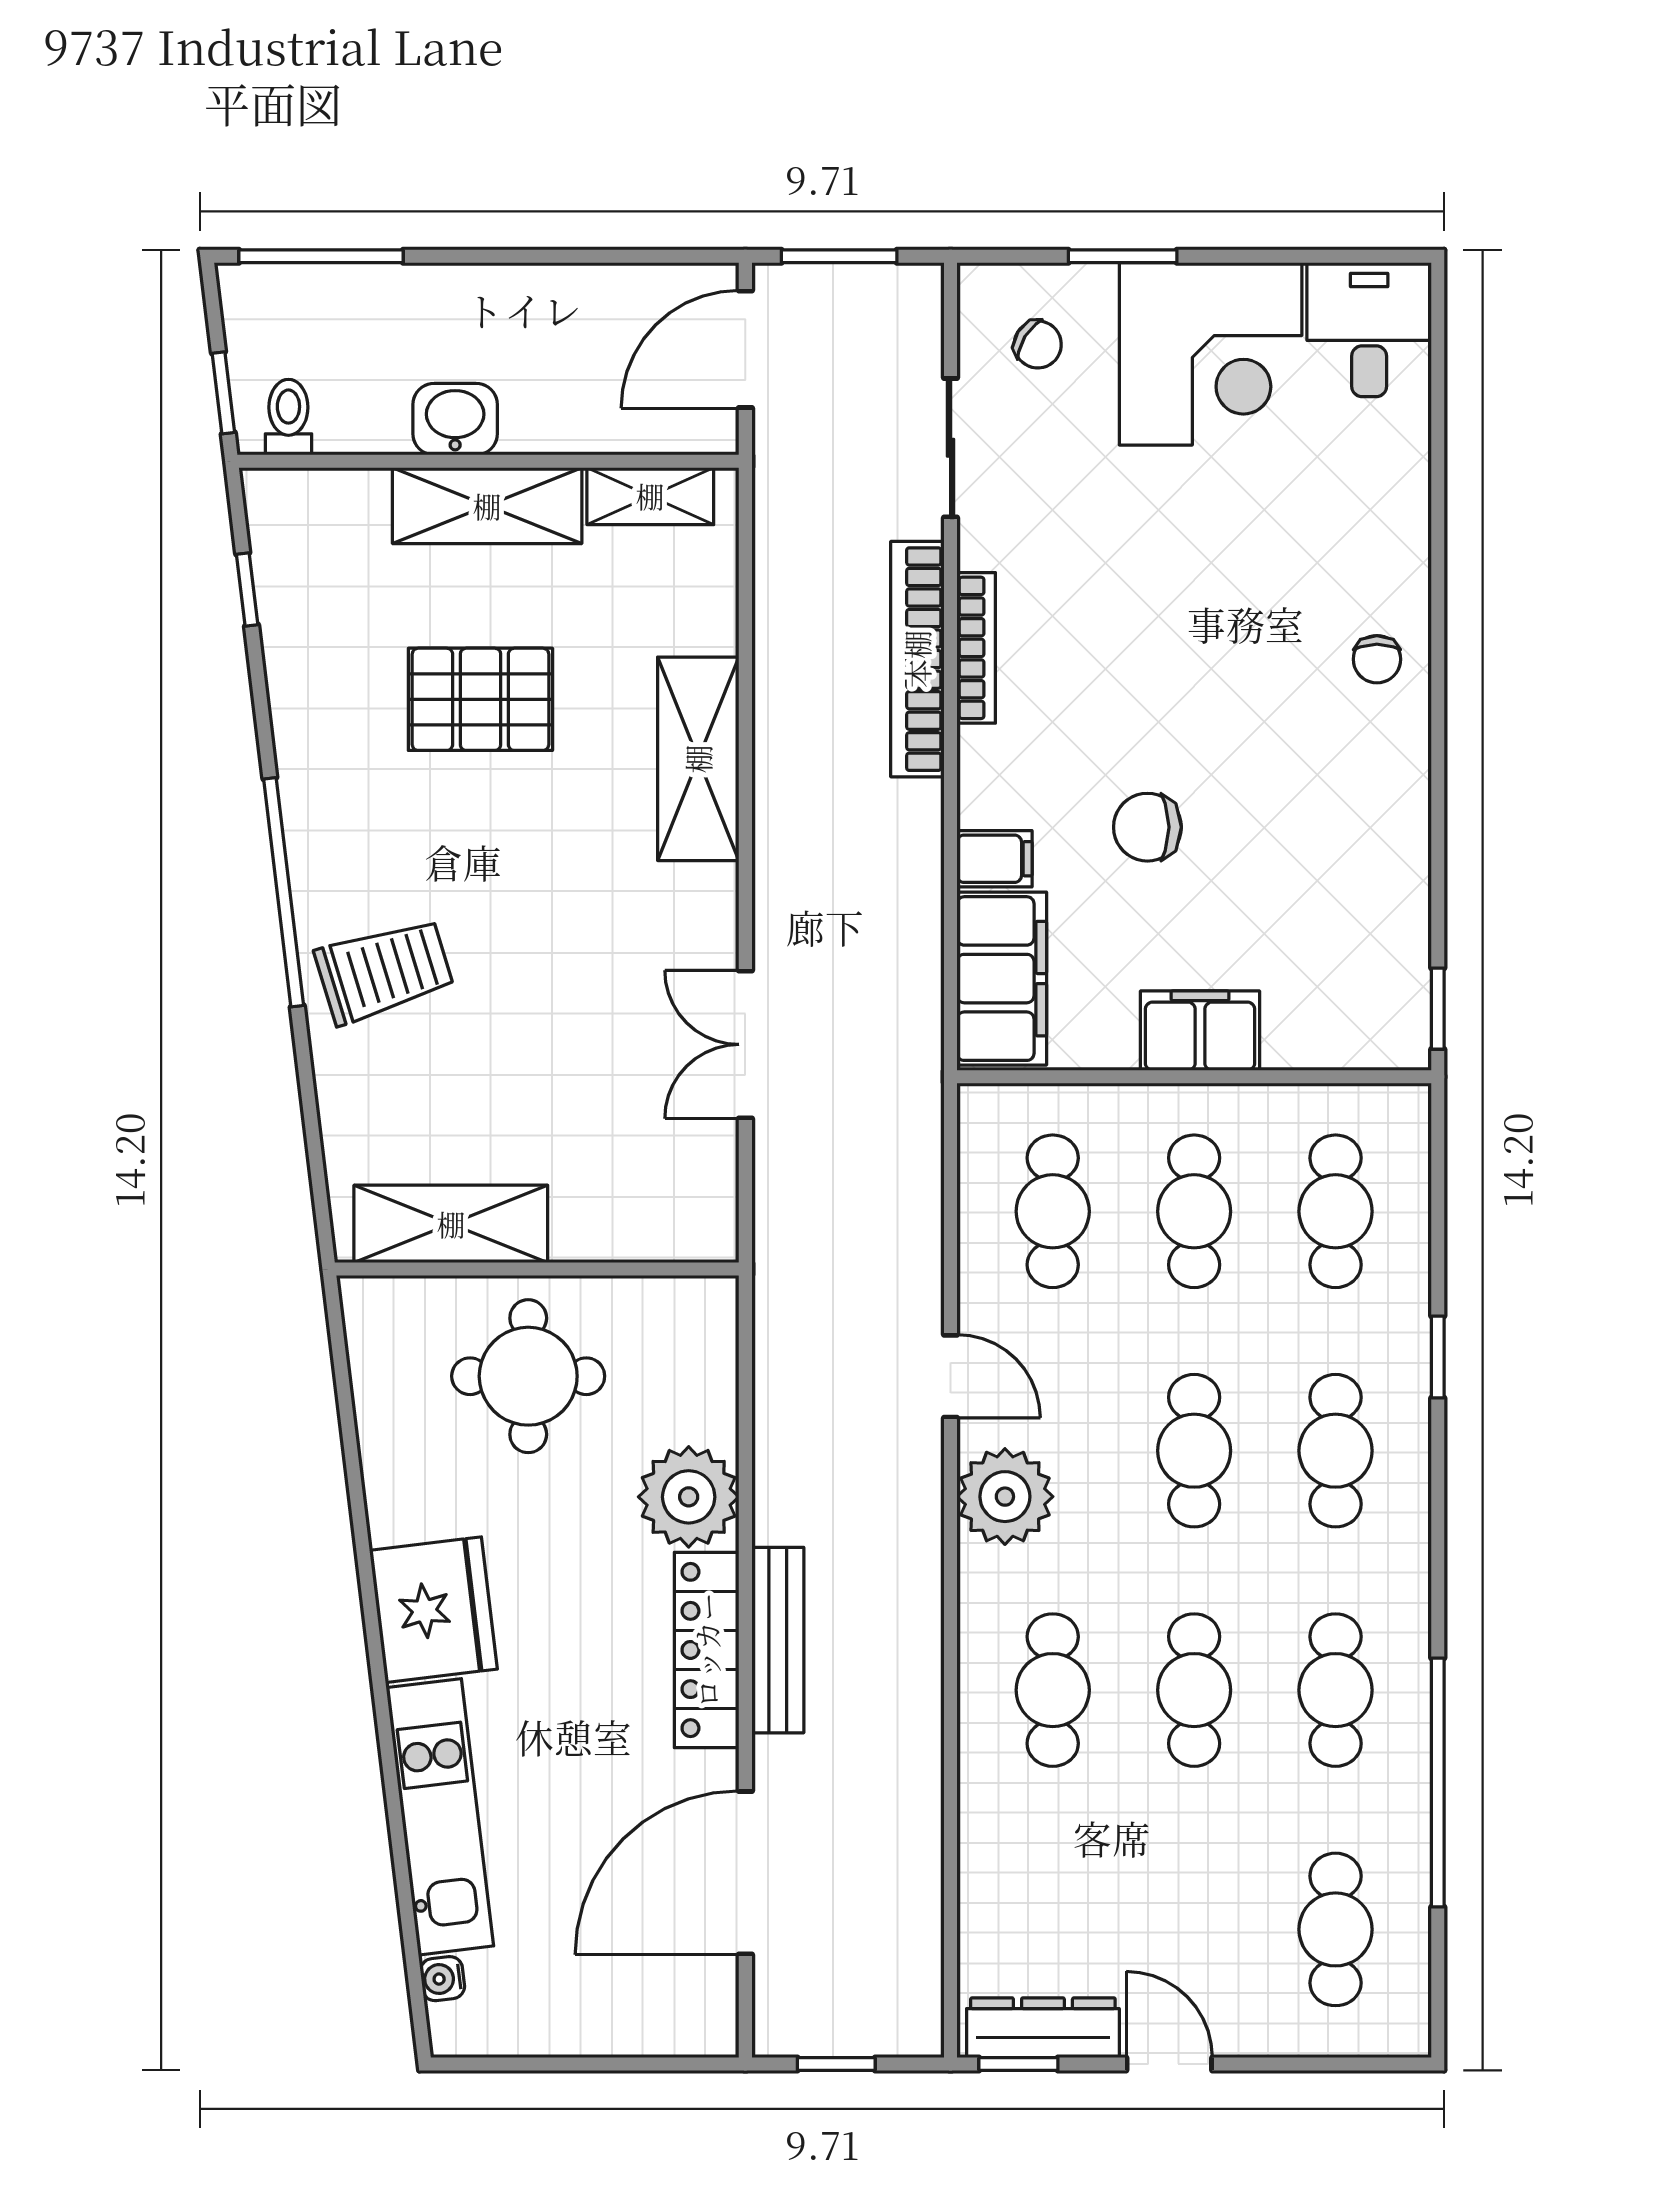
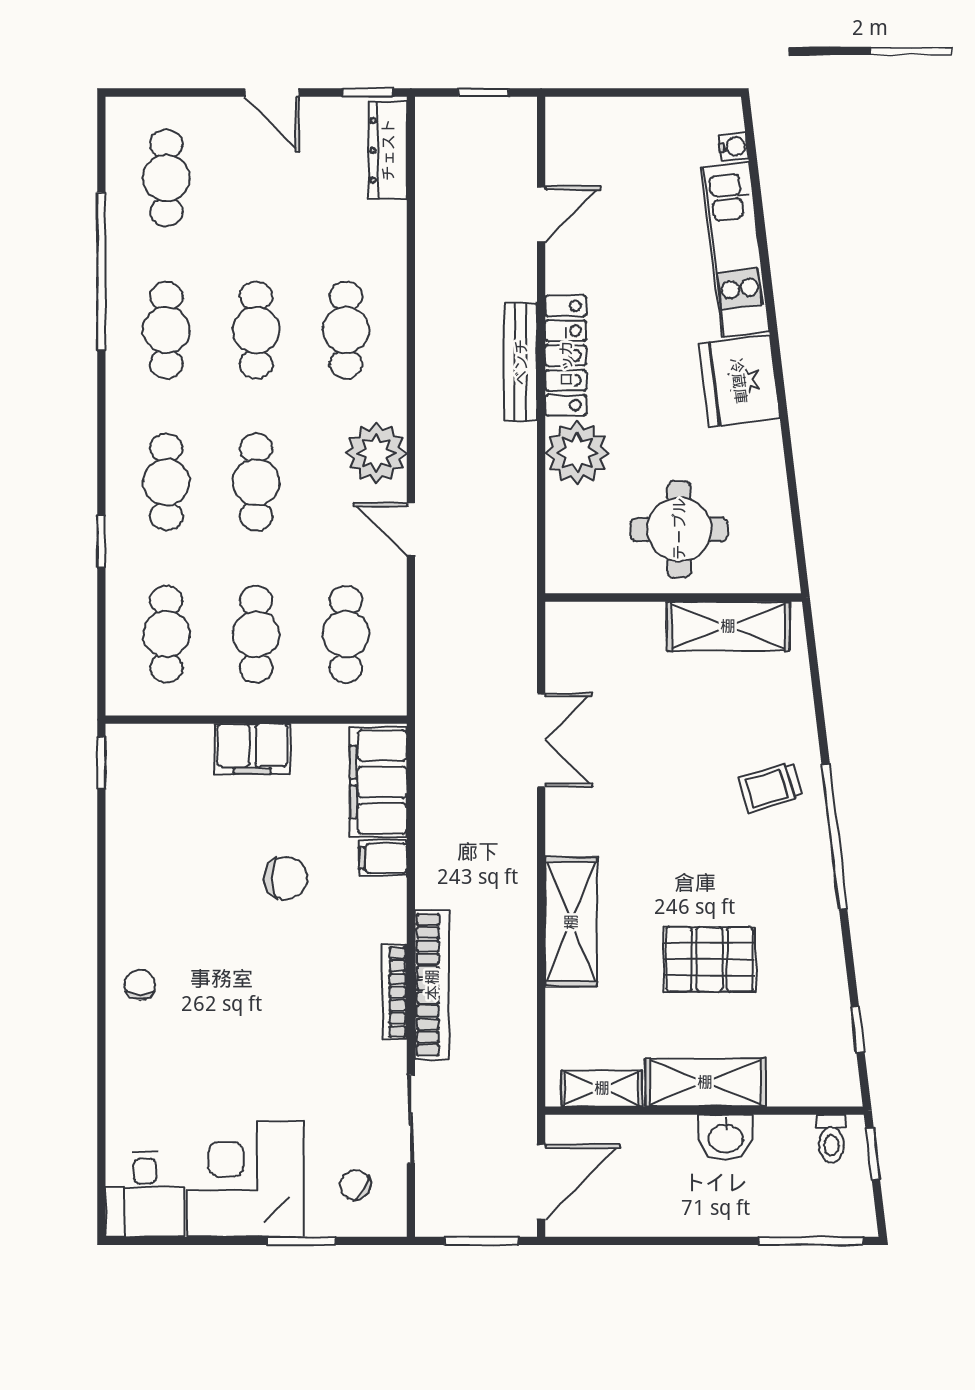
trolley: (384, 971) -> (771, 787), width x0.73, depth x0.72
door: (745, 1873) -> (541, 214), width x0.53
dresser: (1043, 2028) -> (388, 150), moved, turned 90

